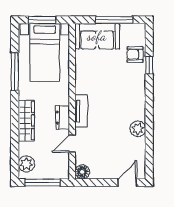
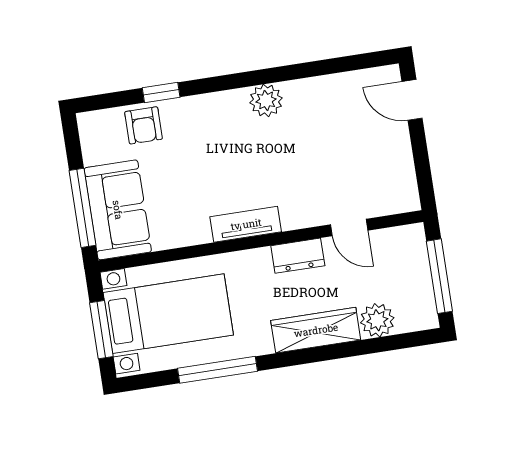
window: (114, 20) -> (83, 208), moved
tv unit: (81, 111) -> (246, 224), moved
plant: (138, 129) -> (266, 100), moved
plant: (26, 164) -> (377, 320), moved
floor lamp: (82, 172) -> (404, 198), removed

